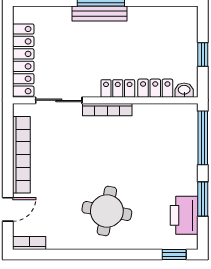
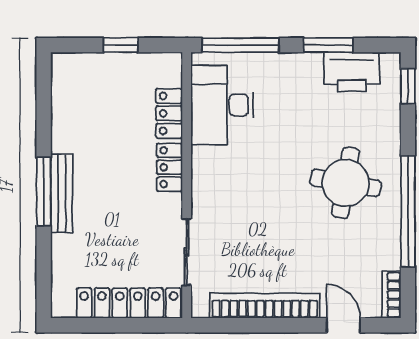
washbasin: (184, 90) -> (172, 72), removed
bookcase: (107, 110) -> (200, 182), removed
desk: (161, 125) -> (222, 105), added
window: (87, 254) -> (408, 211), added

